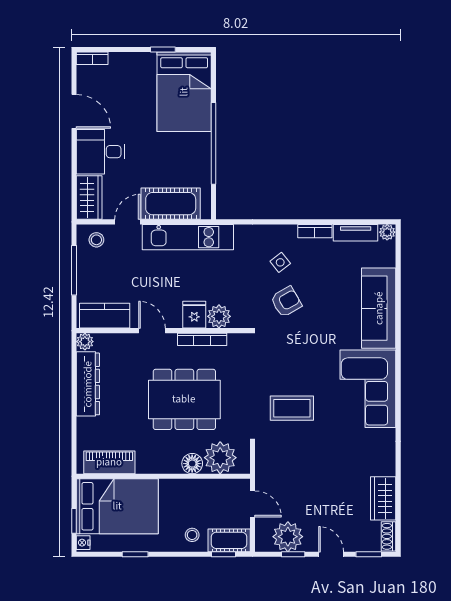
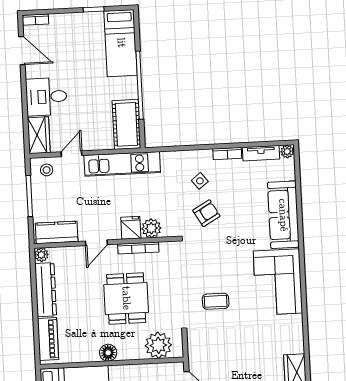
bed: (184, 92) -> (121, 43), width x0.67
door: (74, 111) -> (22, 51), moved
cot: (171, 204) -> (126, 124), moved, turned 90
door: (152, 331) -> (96, 243), swing flipped
dining table: (184, 399) -> (126, 298), width x0.73
coffee table: (292, 408) -> (216, 301), width x0.73, depth x0.77
piano: (109, 462) -> (48, 339), moved, turned 90
floor lamp: (192, 464) -> (108, 353), moved

